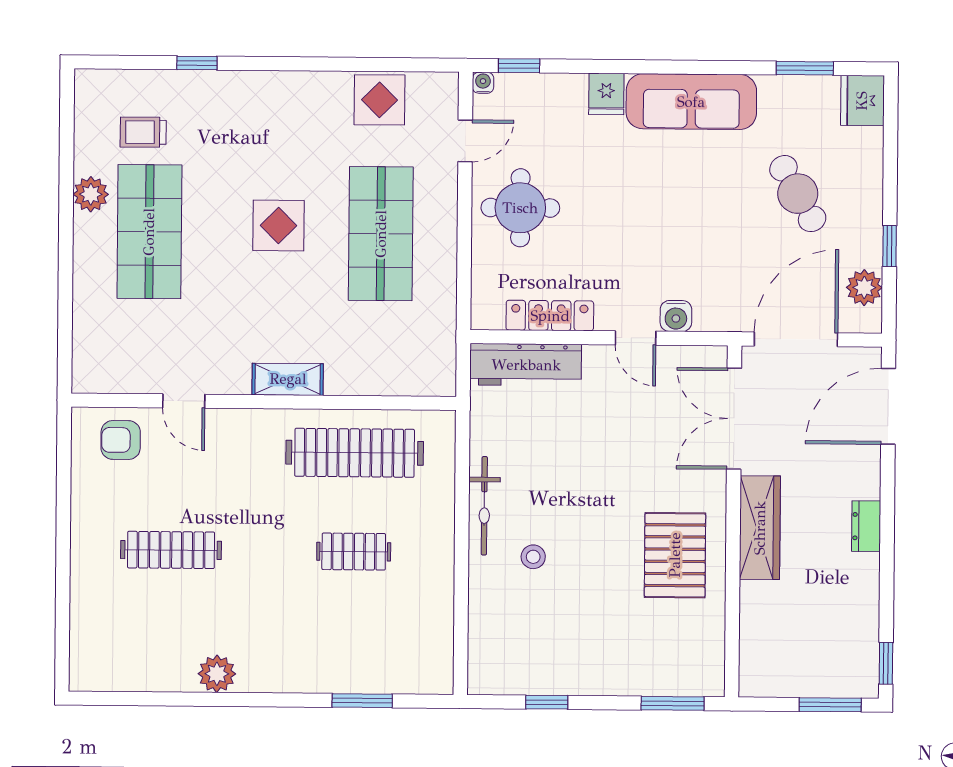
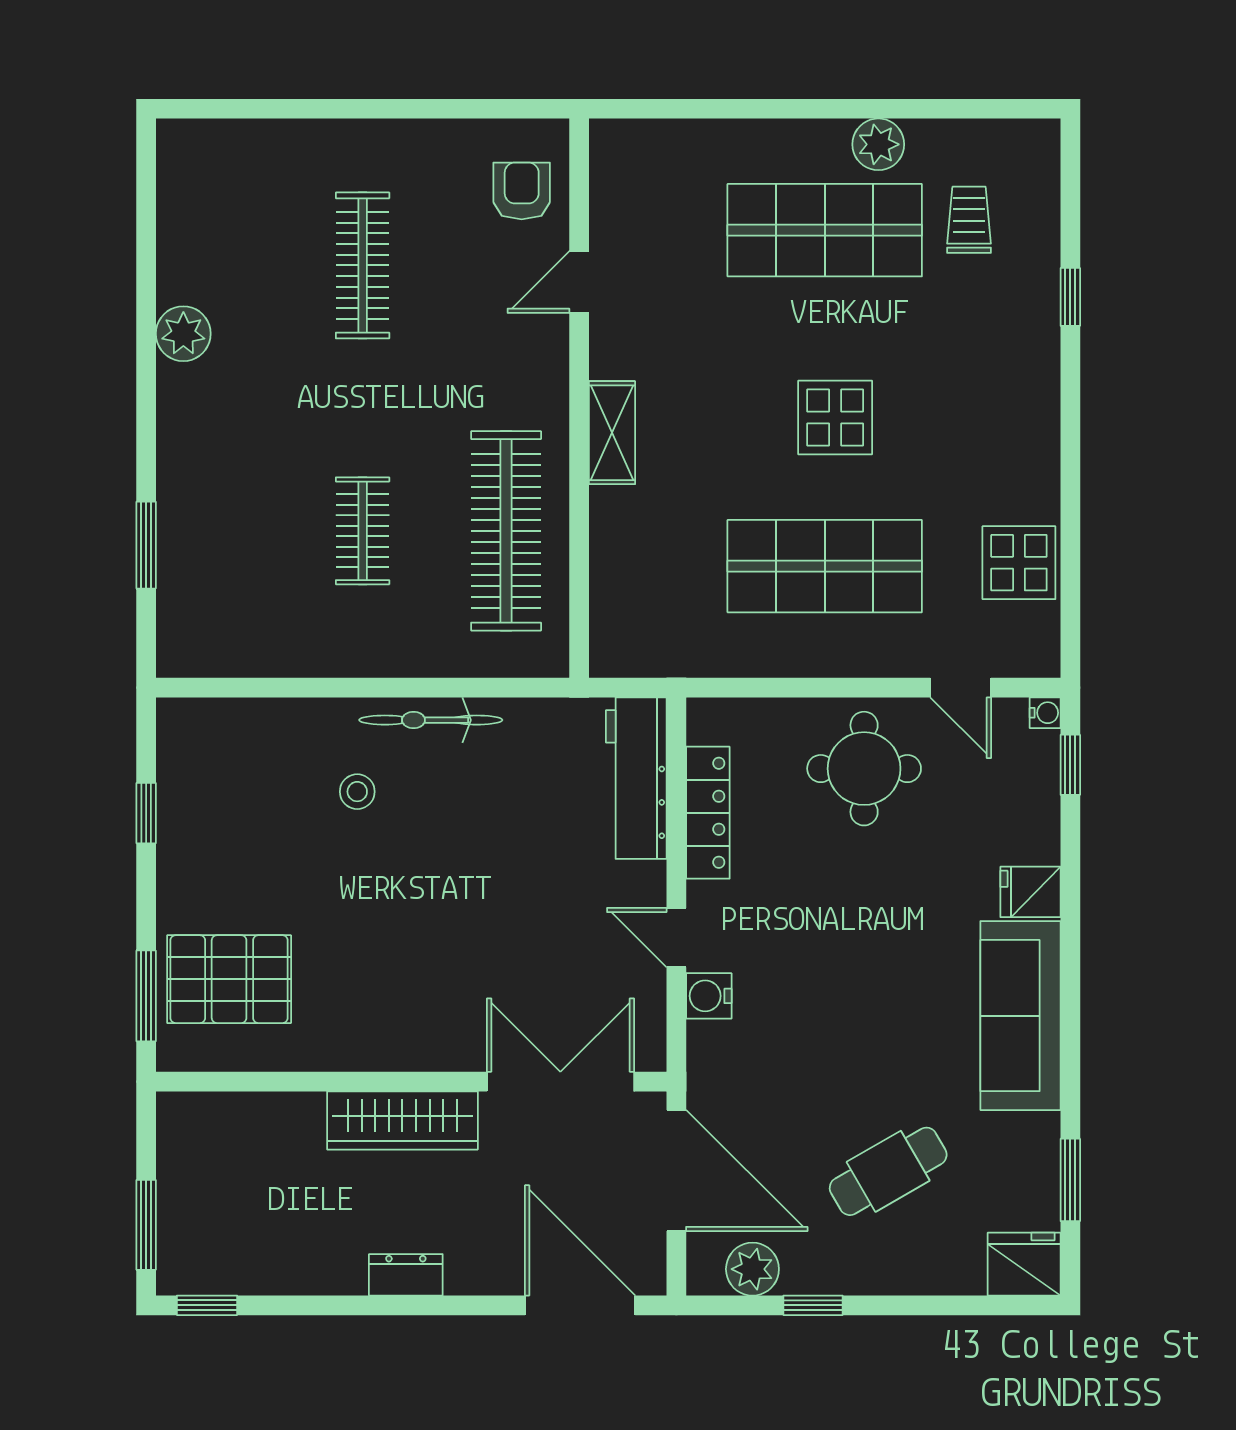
door: (636, 338) -> (676, 938), hinge flipped
pallet: (675, 555) -> (229, 979), moved

